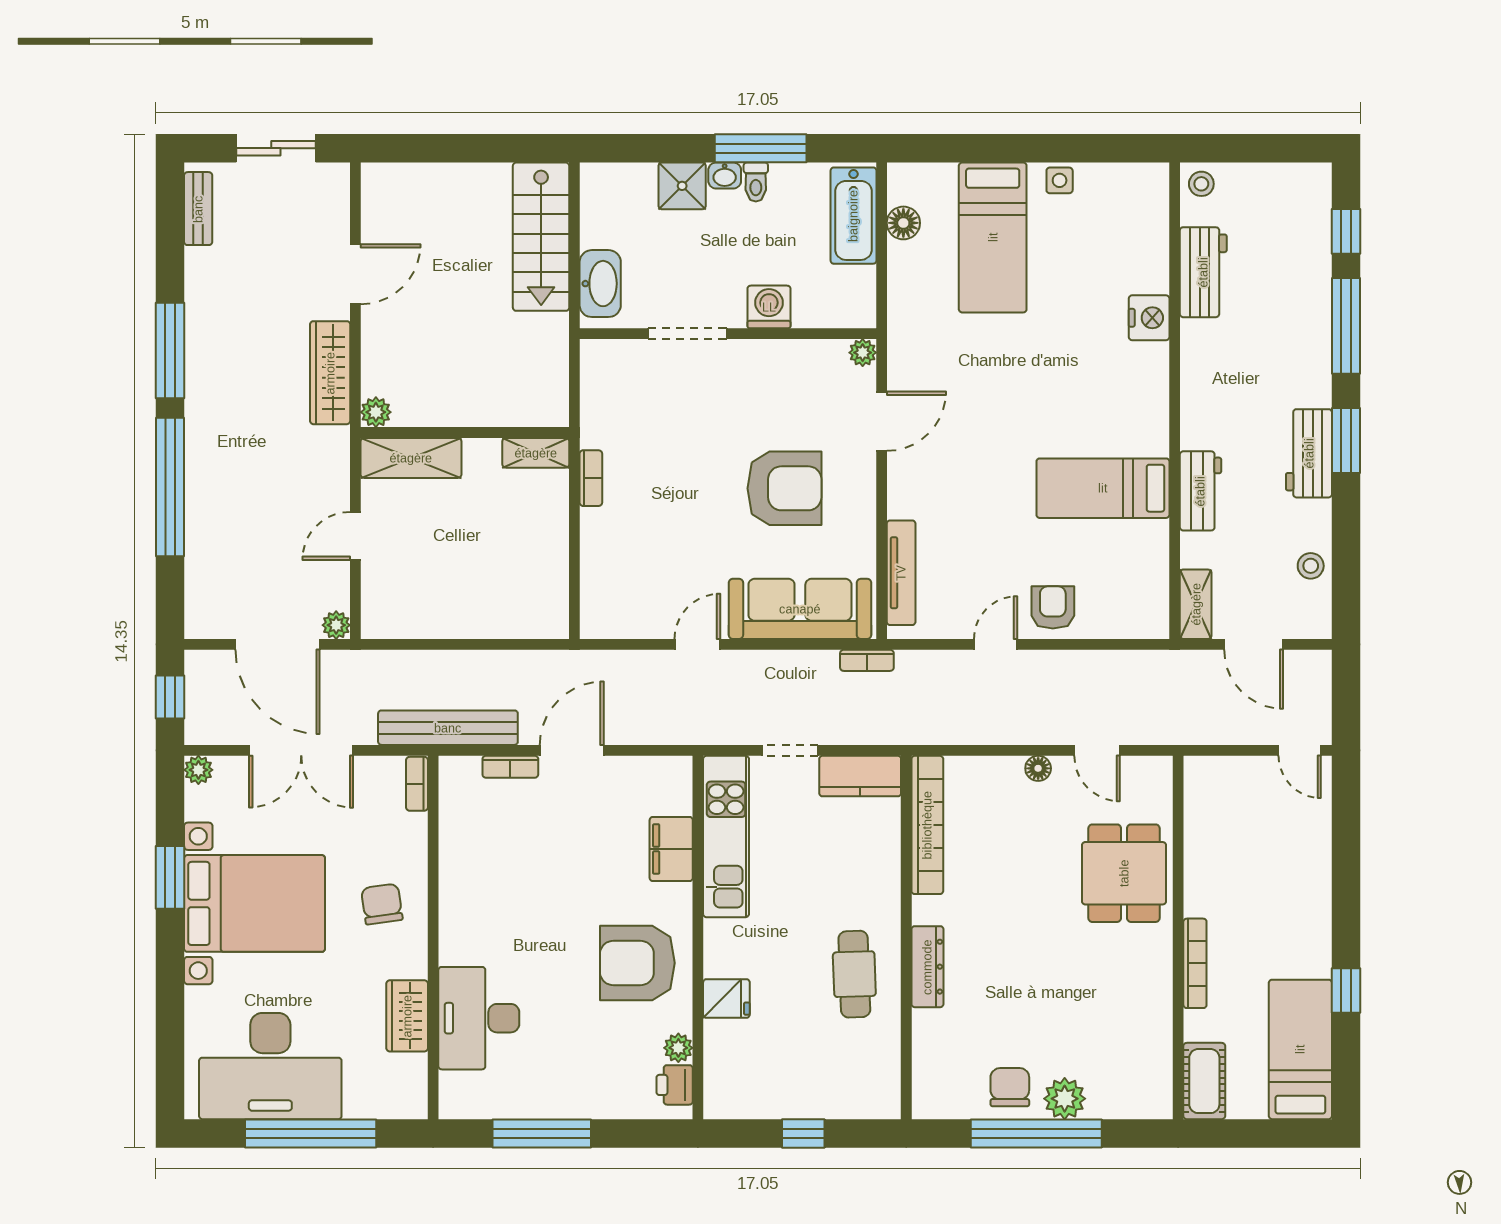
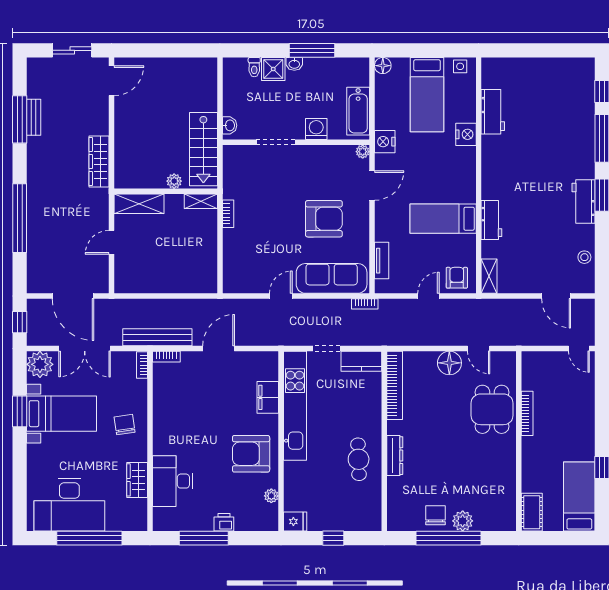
toilet: (756, 182) -> (254, 67), moved
stool: (1201, 184) -> (530, 68), removed
bench: (198, 209) -> (34, 117), moved
bathtub: (853, 216) -> (358, 111), moved
floor lamp: (903, 223) -> (383, 66), moved
stairs: (541, 237) -> (203, 149), moved
workbench: (1203, 272) -> (493, 112), moved
door: (355, 274) -> (111, 81), moved
washbasin: (600, 284) -> (230, 125), width x0.52, depth x0.69
nightstand: (1149, 318) -> (466, 134), moved
nightstand: (907, 333) -> (385, 142), added
window: (170, 350) -> (20, 119), moved
wall: (1175, 401) -> (479, 175), moved
plant: (376, 412) -> (174, 181), moved
bed: (1103, 488) -> (443, 219), moved
workbench: (1200, 491) -> (491, 220), moved
tv unit: (901, 573) -> (382, 261), width x0.71
shelving: (1196, 604) -> (489, 276), moved
plant: (336, 625) -> (102, 287), removed
bookcase: (510, 767) -> (166, 357), moved
floor lamp: (1038, 768) -> (449, 363), width x1.89, depth x1.89
plant: (198, 770) -> (40, 364), width x1.87, depth x1.87
kitchen unit: (726, 837) -> (295, 406), width x1.36
bed with nightstands: (255, 903) -> (62, 414), width x0.73
bookcase: (1195, 963) -> (527, 413), moved
fridge: (726, 999) -> (295, 522), moved
printer: (675, 1085) -> (224, 522), moved, turned 90

